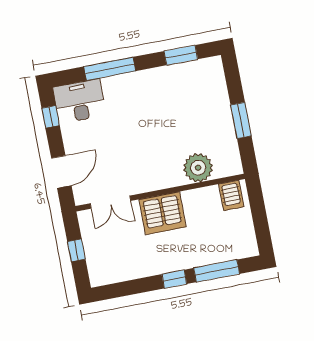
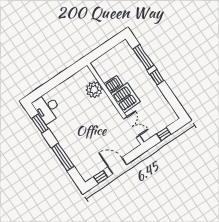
desk: (79, 101) -> (47, 108), moved
window: (241, 120) -> (60, 78), removed
door: (61, 172) -> (117, 166), moved
server rack: (231, 195) -> (113, 84), moved

